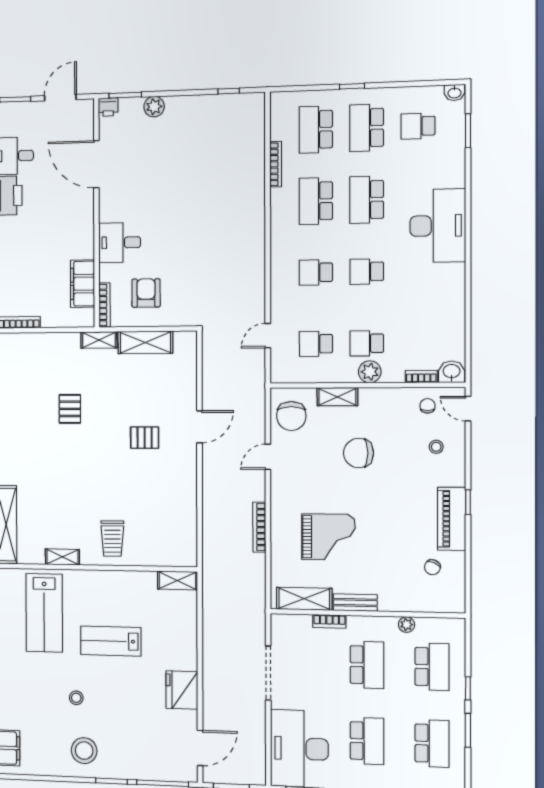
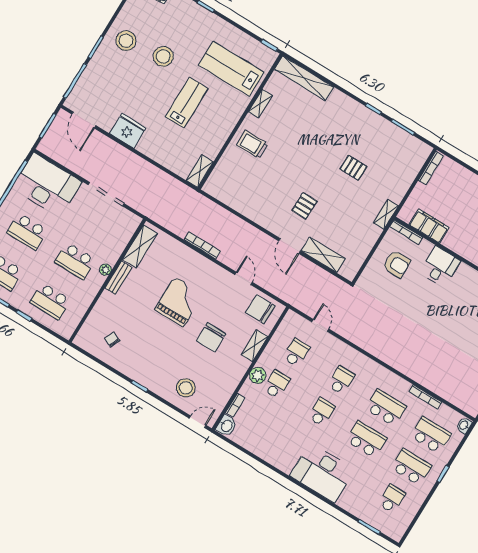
washbasin: (454, 93) -> (464, 425), moved
shelving: (145, 342) -> (323, 255), moved, turned 90
chair: (427, 406) -> (214, 398), removed
stool: (436, 447) -> (186, 388), width x1.89, depth x1.89
chair: (359, 453) -> (211, 337), turned 180
piano: (452, 519) -> (135, 370), removed
grand piano: (328, 537) -> (179, 302), moved, turned 180
bookcase: (329, 621) -> (116, 254), removed
plant: (407, 625) -> (105, 270), moved
stool: (76, 698) -> (163, 56), width x1.89, depth x1.89

